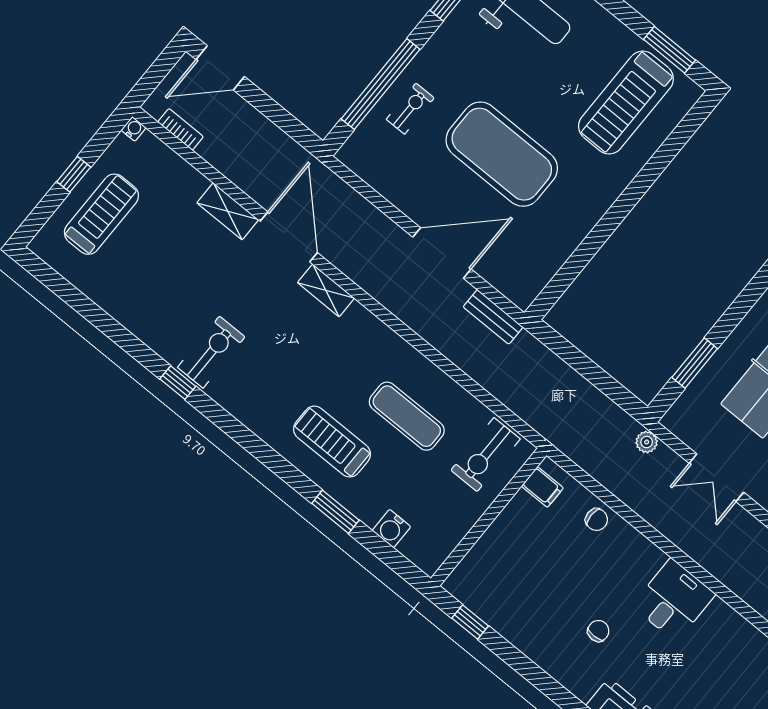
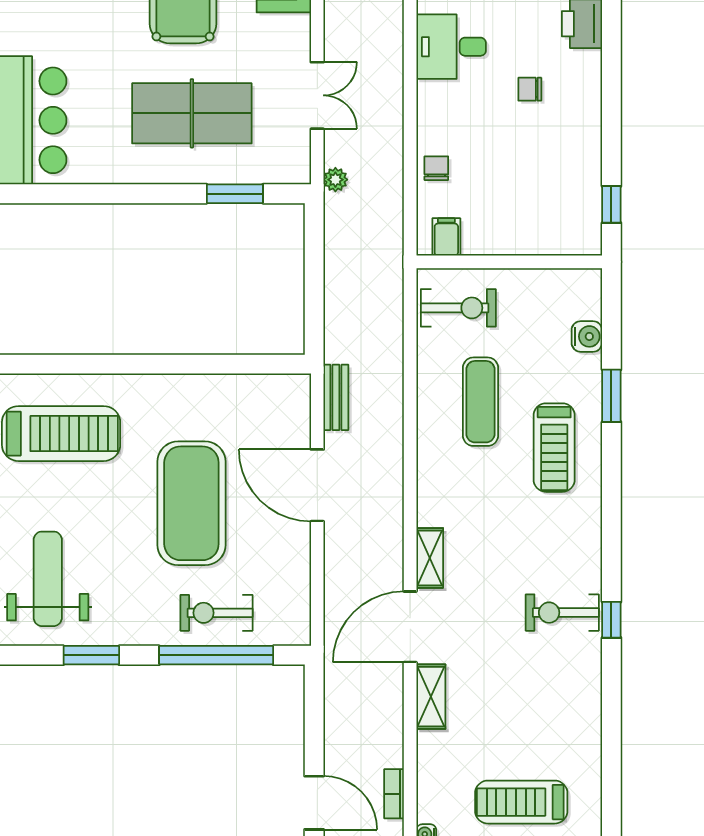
exercise bike: (410, 109) -> (216, 613), width x1.38, depth x1.39

